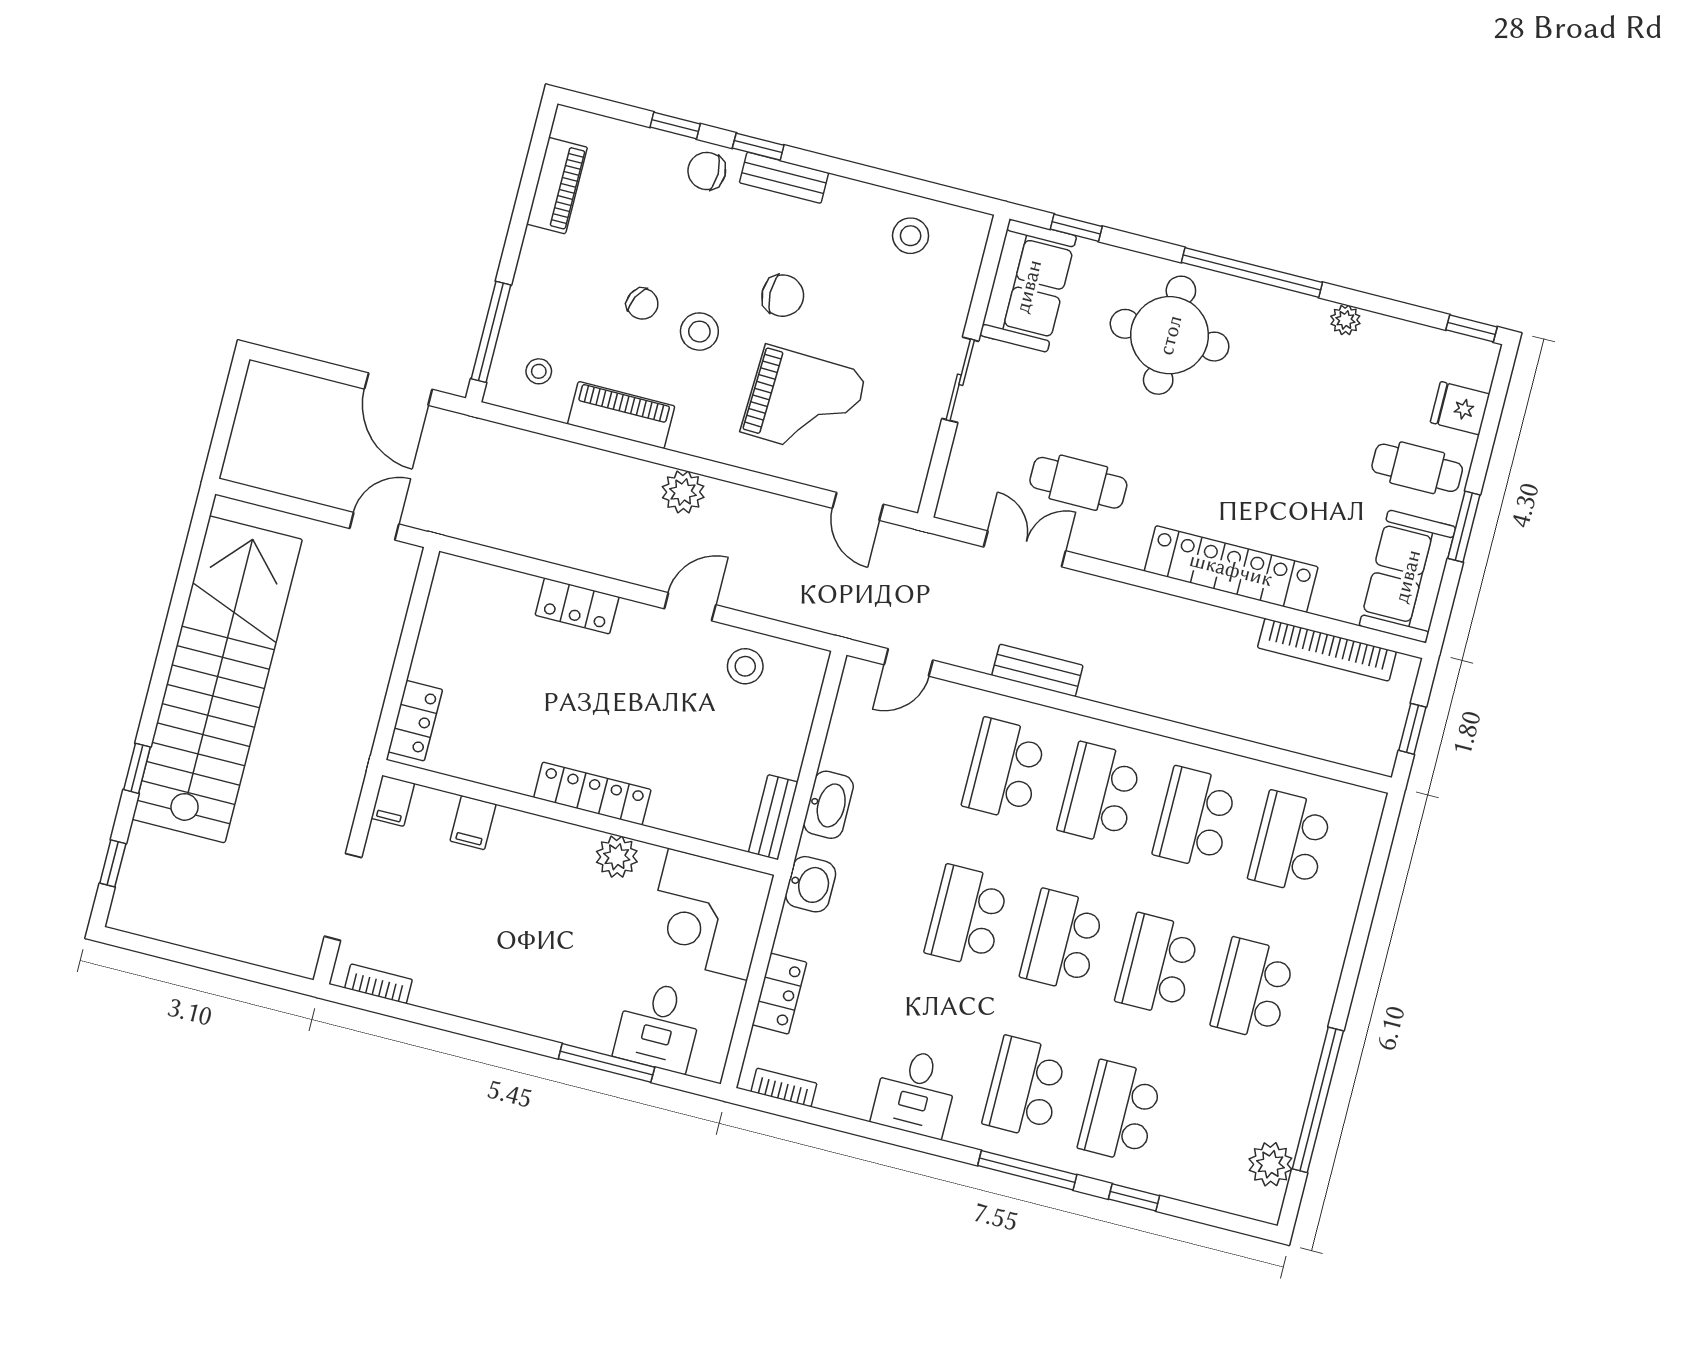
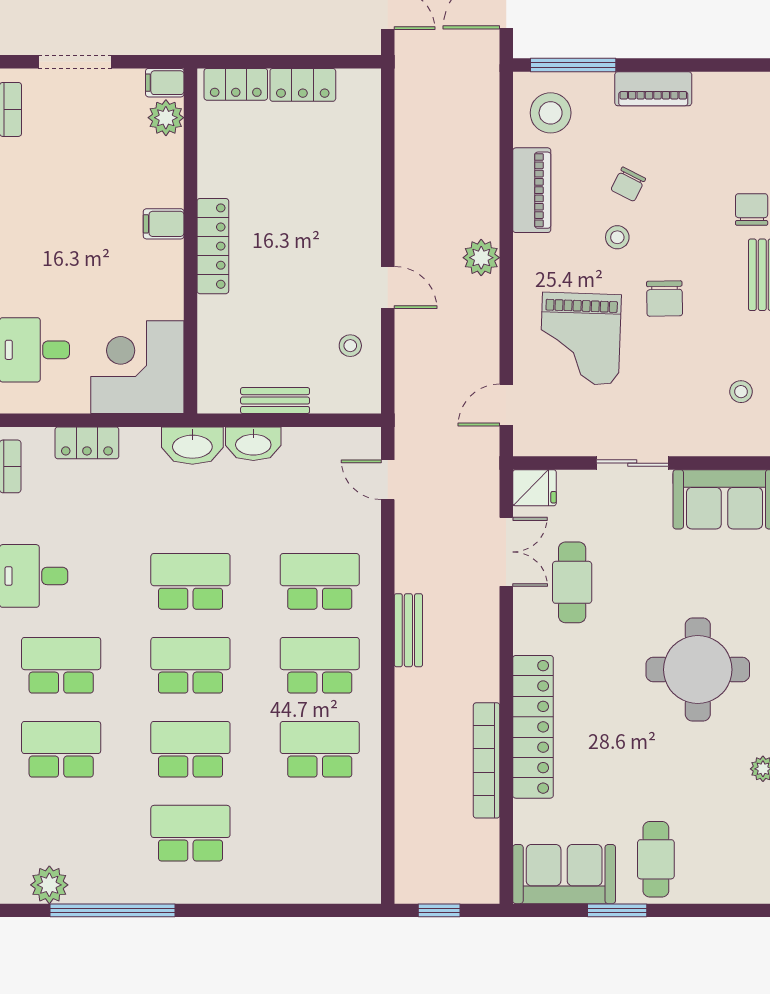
piano: (557, 186) -> (653, 89), moved
stool: (911, 236) -> (741, 392), width x0.73, depth x0.73
stool: (699, 332) -> (617, 237), width x0.73, depth x0.73
round table: (1170, 335) -> (698, 670), moved
stool: (539, 371) -> (551, 113), width x1.89, depth x1.89
fridge: (1460, 408) -> (534, 488), moved, turned 90
locker: (577, 606) -> (303, 85), moved, turned -90
bookcase: (1327, 650) -> (487, 760), moved
stool: (745, 666) -> (350, 346), width x0.73, depth x0.73
bench: (1037, 670) -> (408, 630), moved
bench: (773, 817) -> (275, 401), moved
filing cabinet: (473, 823) -> (164, 224), moved
school desk: (1290, 842) -> (320, 833), removed
plant: (617, 857) -> (166, 118), moved
washbasin: (811, 884) -> (192, 446), width x1.38

